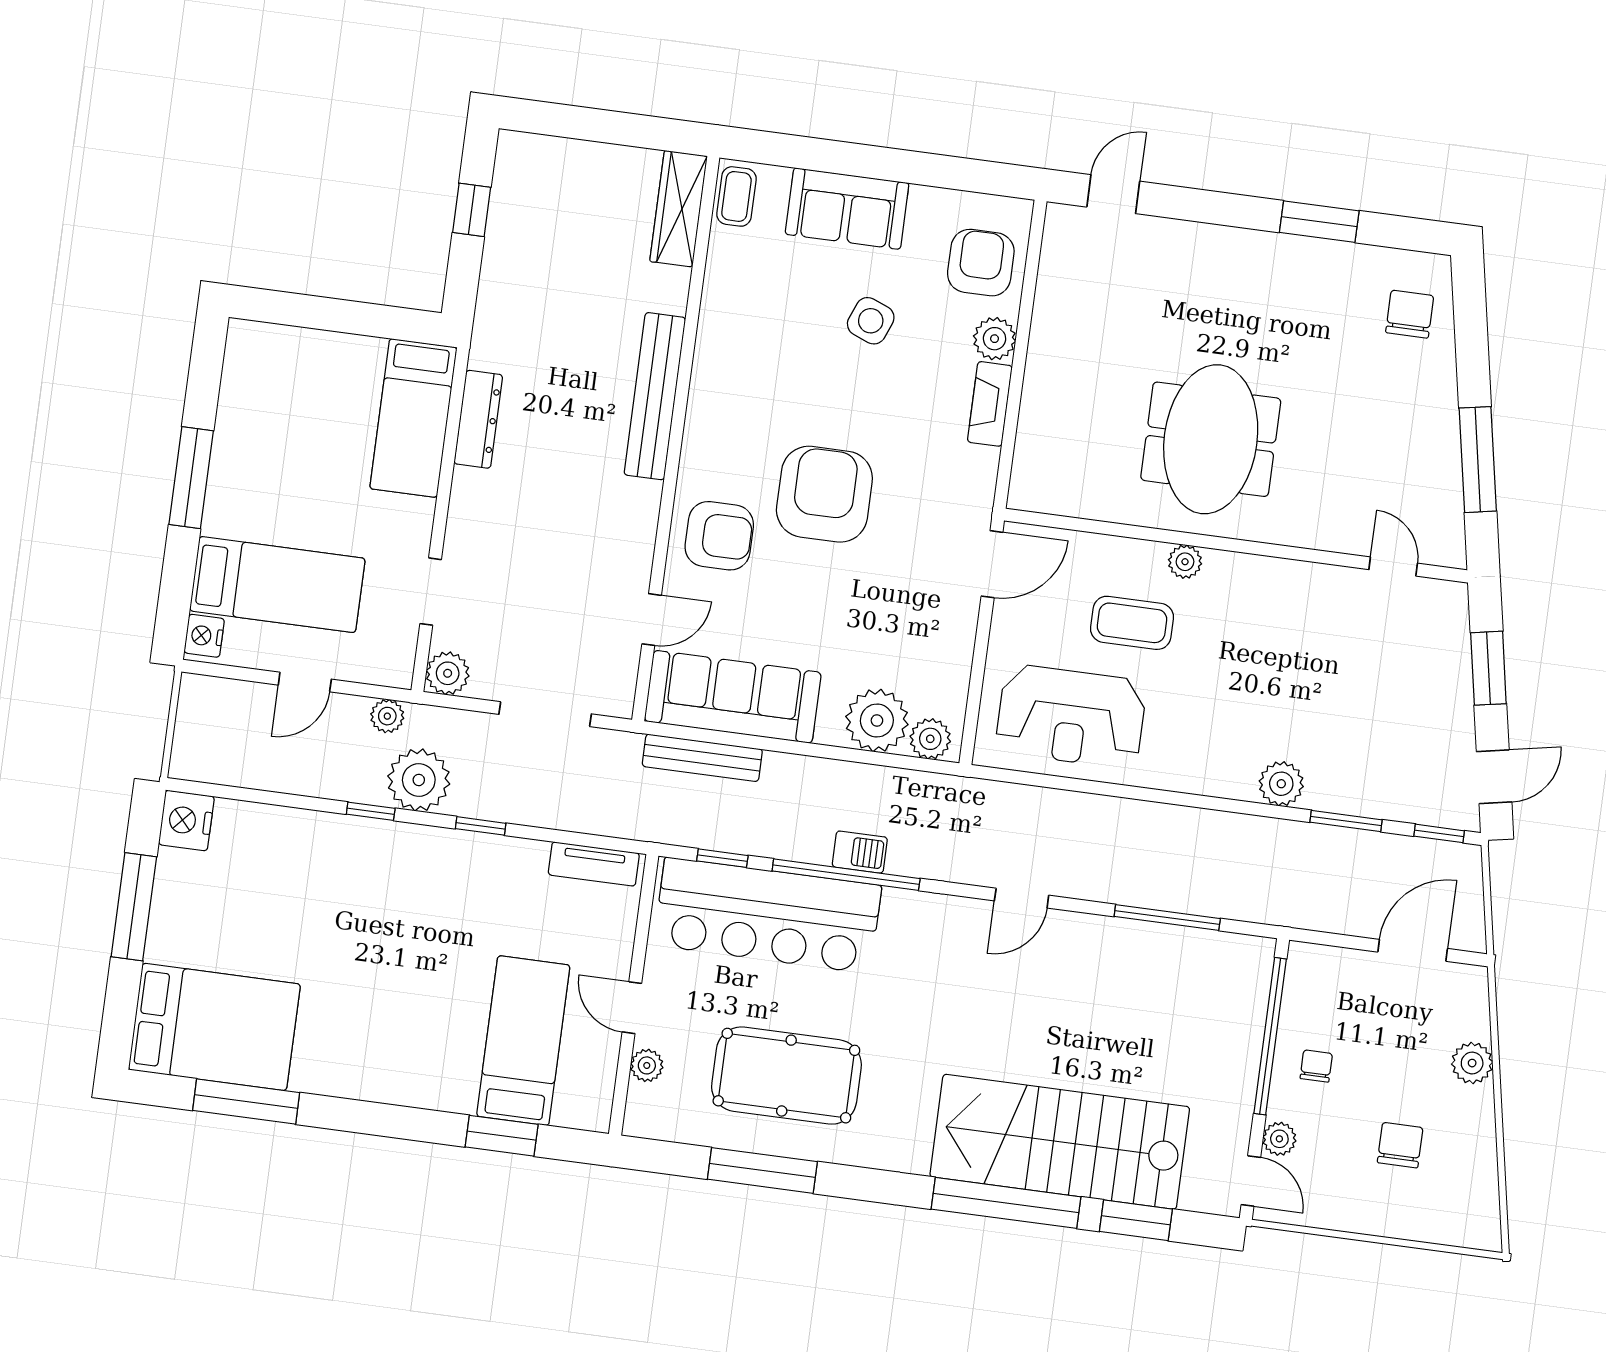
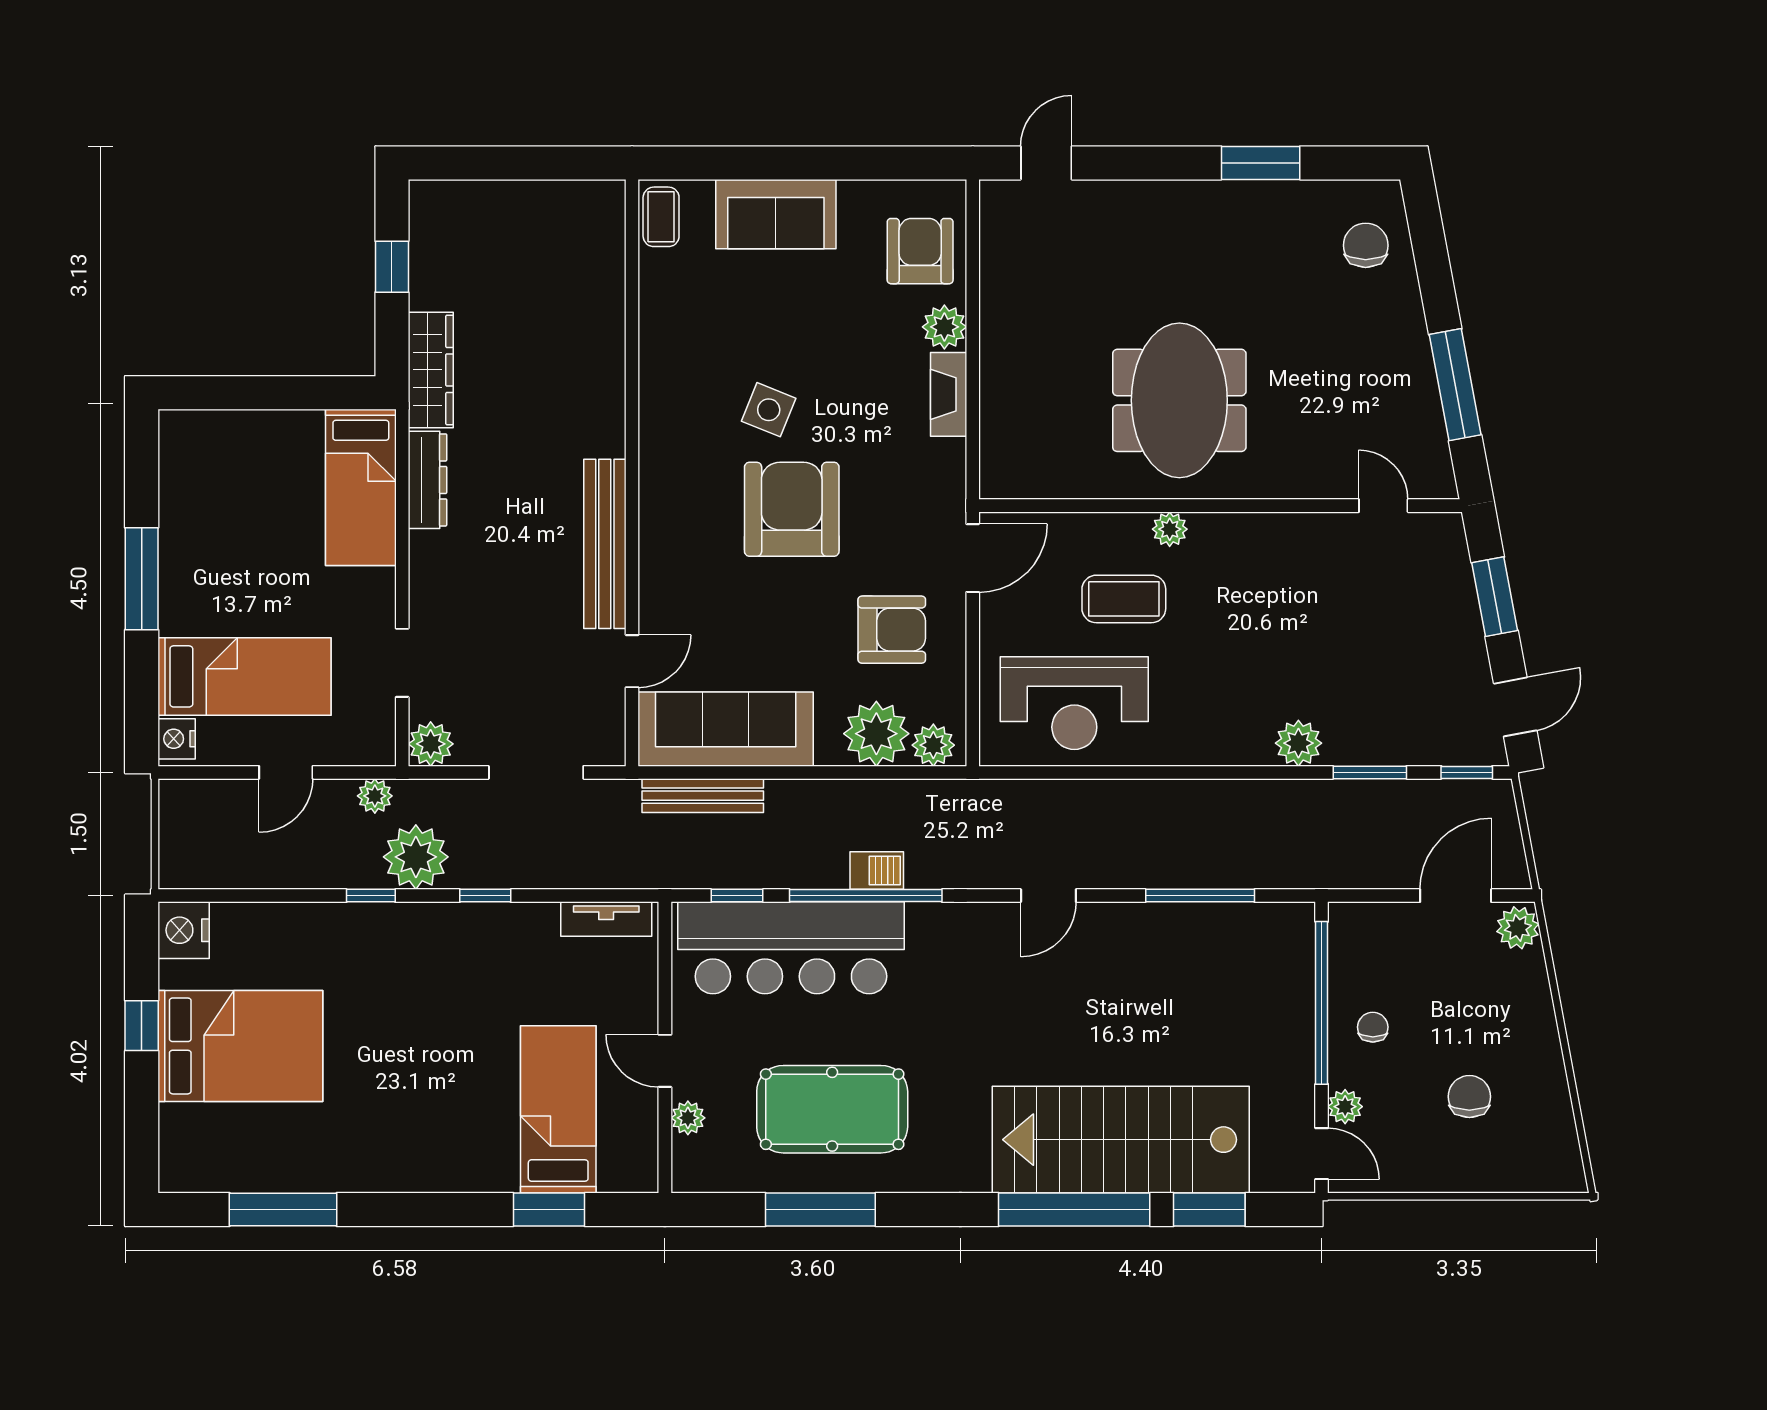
wardrobe: (679, 209) -> (431, 370), moved, turned 180
side table: (871, 321) -> (769, 410), moved
bench: (655, 396) -> (605, 544), moved
armchair: (719, 536) -> (892, 630), moved
window: (134, 907) -> (142, 1026), width x0.46
bed: (214, 1027) -> (240, 1046), moved
plant: (1472, 1063) -> (1518, 928), moved

